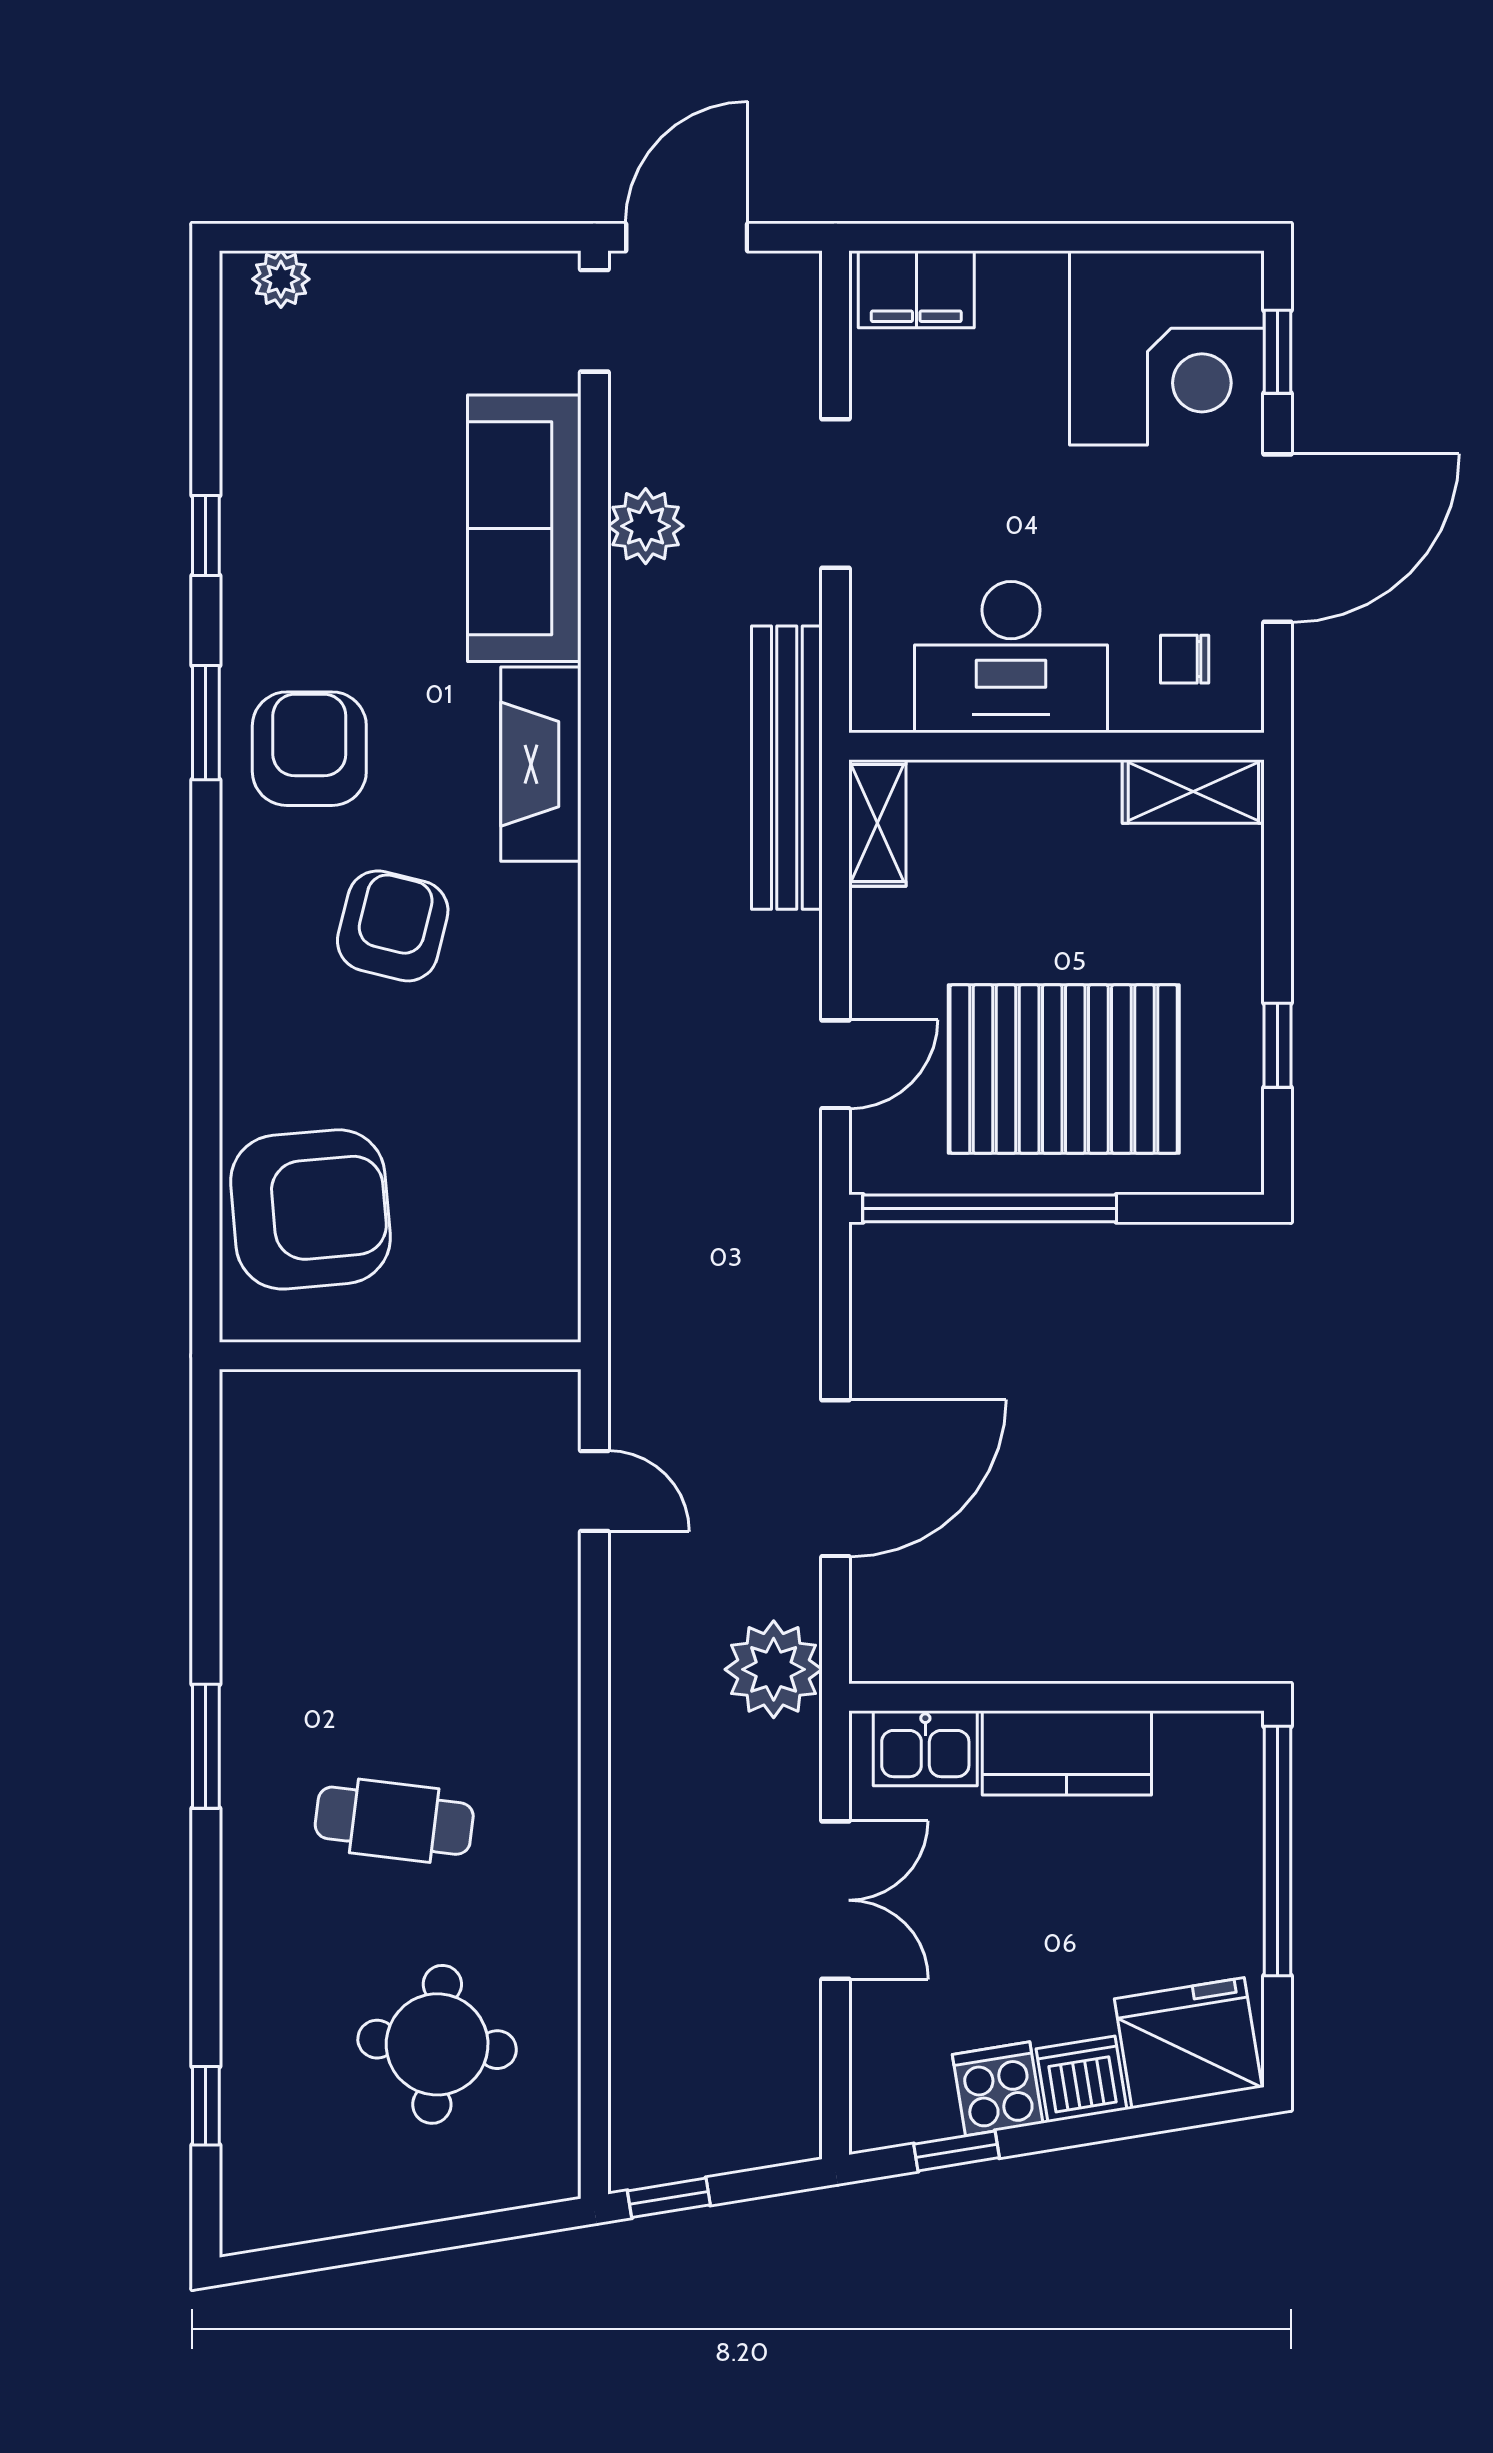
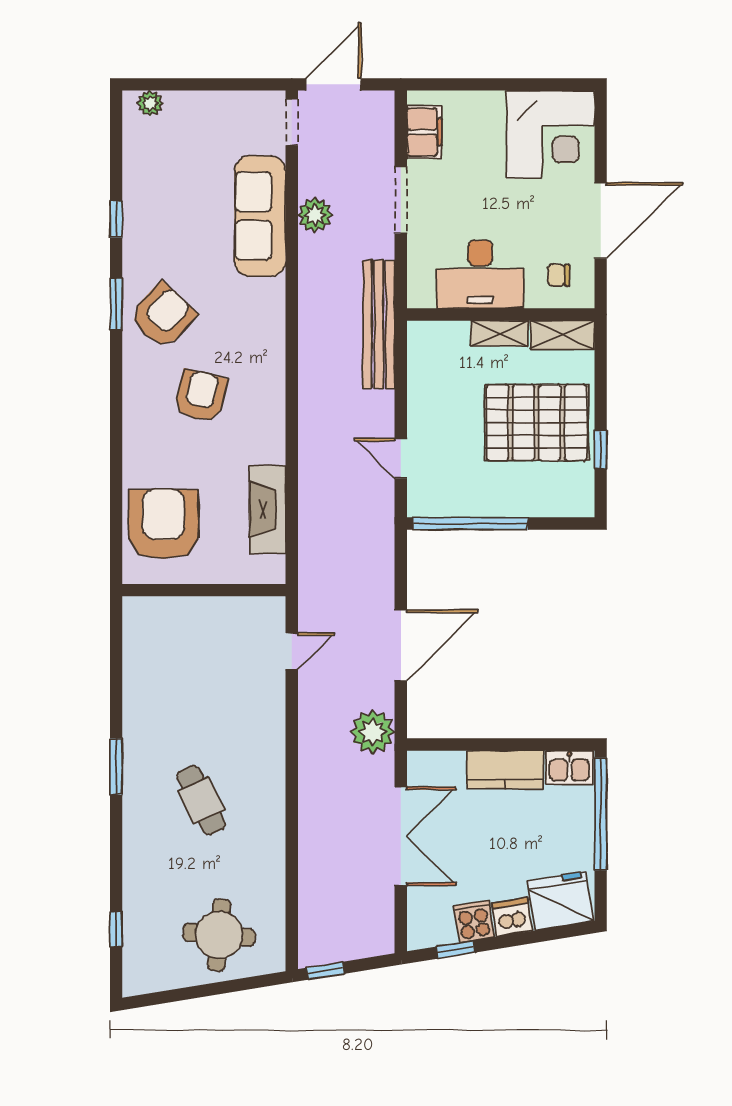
filing cabinet: (916, 289) -> (424, 132), moved, turned -90
window: (1278, 352) -> (601, 136), removed
armchair: (309, 749) -> (163, 316), turned 43
fireplace: (541, 764) -> (268, 510), moved
shelving: (877, 823) -> (499, 333), moved, turned 90
door: (836, 1064) -> (401, 458), swing flipped
pallet: (1064, 1069) -> (537, 423), moved
armchair: (310, 1209) -> (163, 524), turned -85
door: (594, 1491) -> (292, 651), hinge flipped
kitchen sink: (925, 1748) -> (569, 768), moved
cafe table: (394, 1821) -> (201, 800), turned 57
double door: (836, 1900) -> (401, 836), width x1.37
round table: (437, 2044) -> (219, 935), moved

